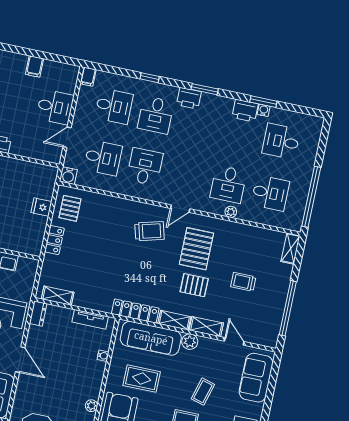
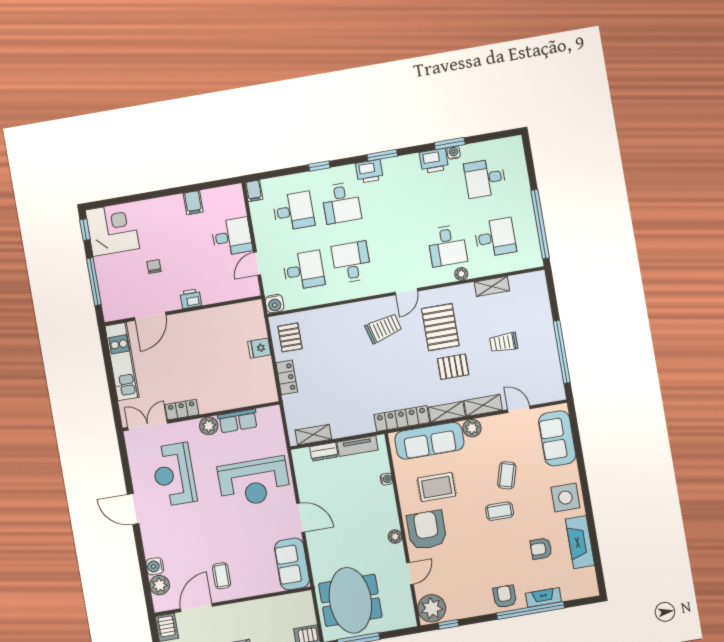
shelving: (290, 248) -> (492, 286), moved, turned 90
dresser: (38, 314) -> (324, 452), moved, turned 90

